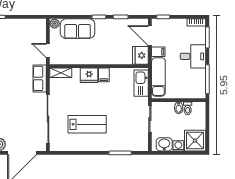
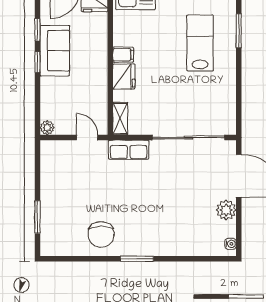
sofa: (78, 29) -> (55, 51), moved
door: (48, 50) -> (87, 137), swing flipped
lab bench: (87, 124) -> (200, 43), moved

